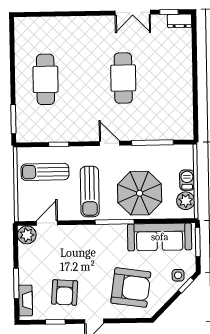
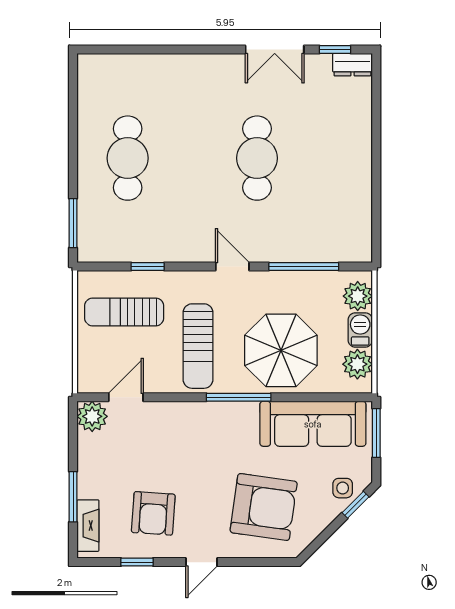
plant: (185, 160) -> (358, 296), added

